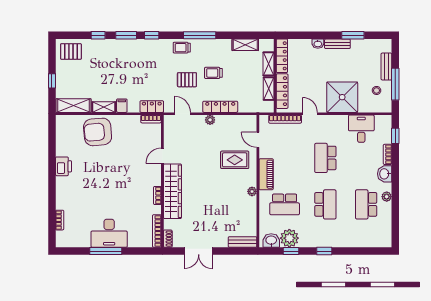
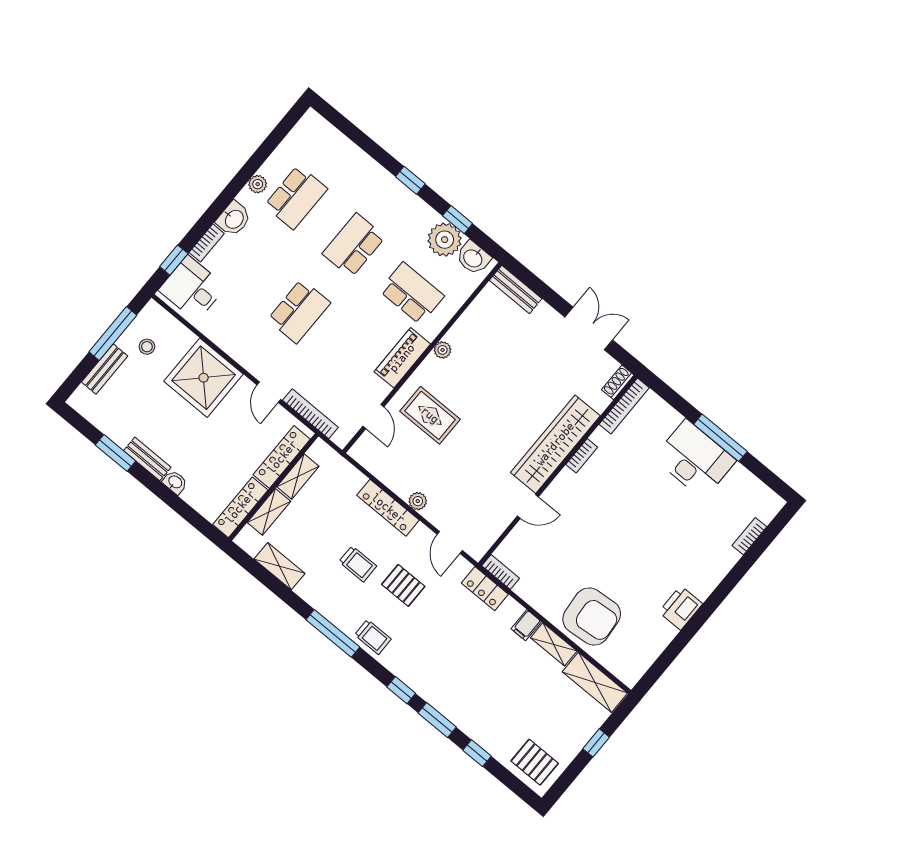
desk: (361, 129) -> (192, 288), moved, turned 90

